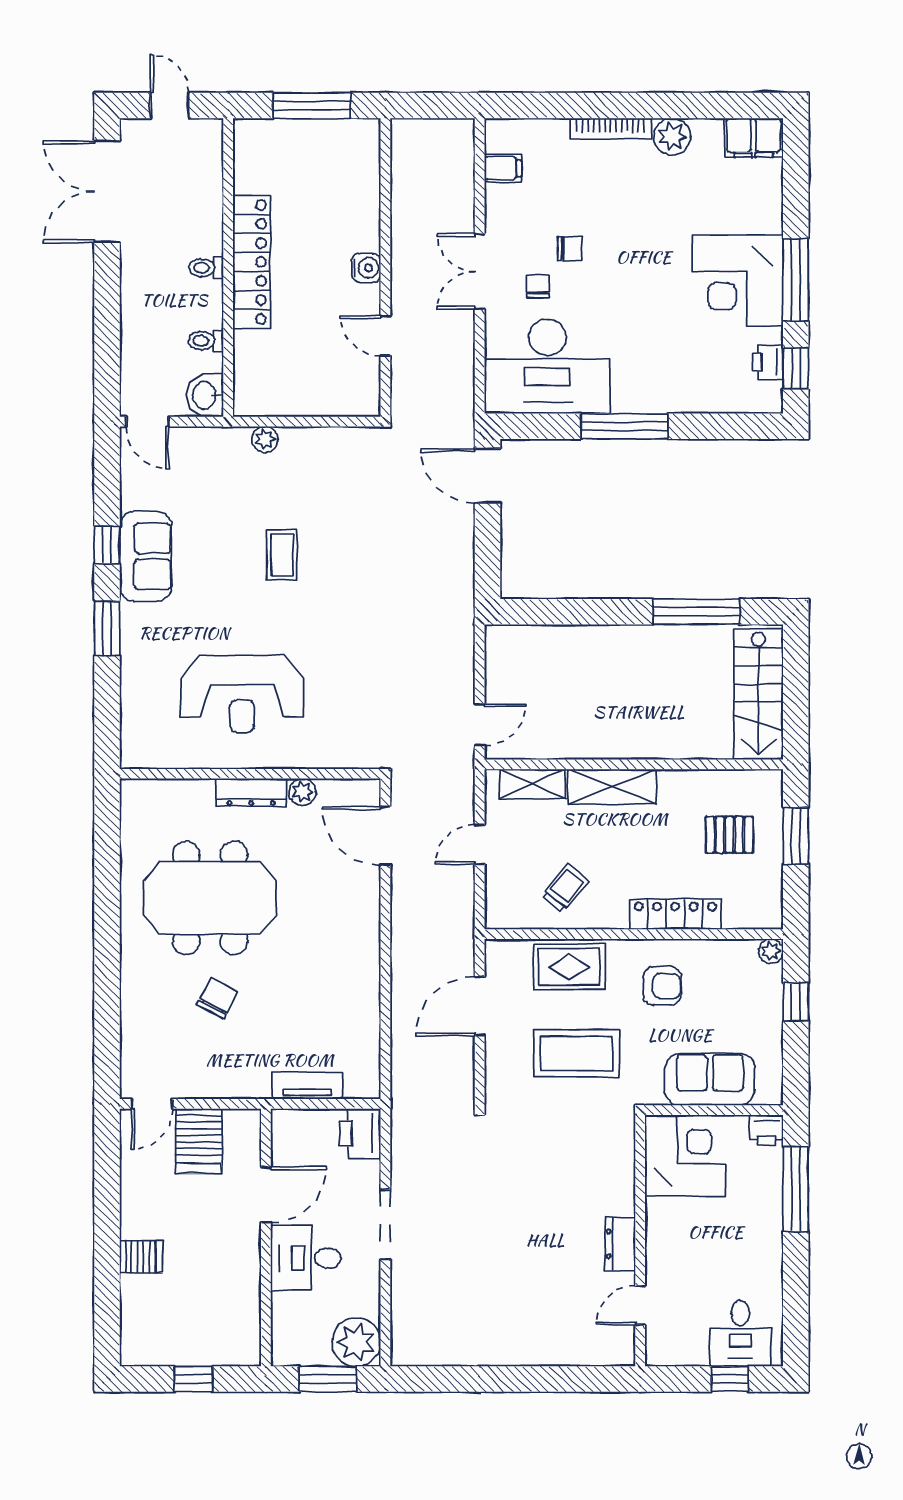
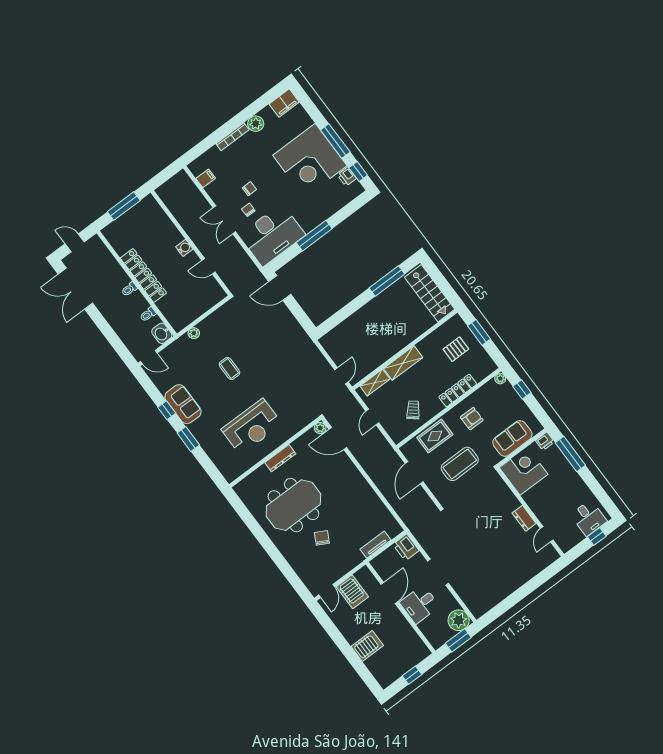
corner desk: (738, 281) -> (310, 161), width x1.36, depth x1.36
plant: (302, 792) -> (320, 428), moved
server rack: (141, 1257) -> (367, 646), width x1.36, depth x1.44

